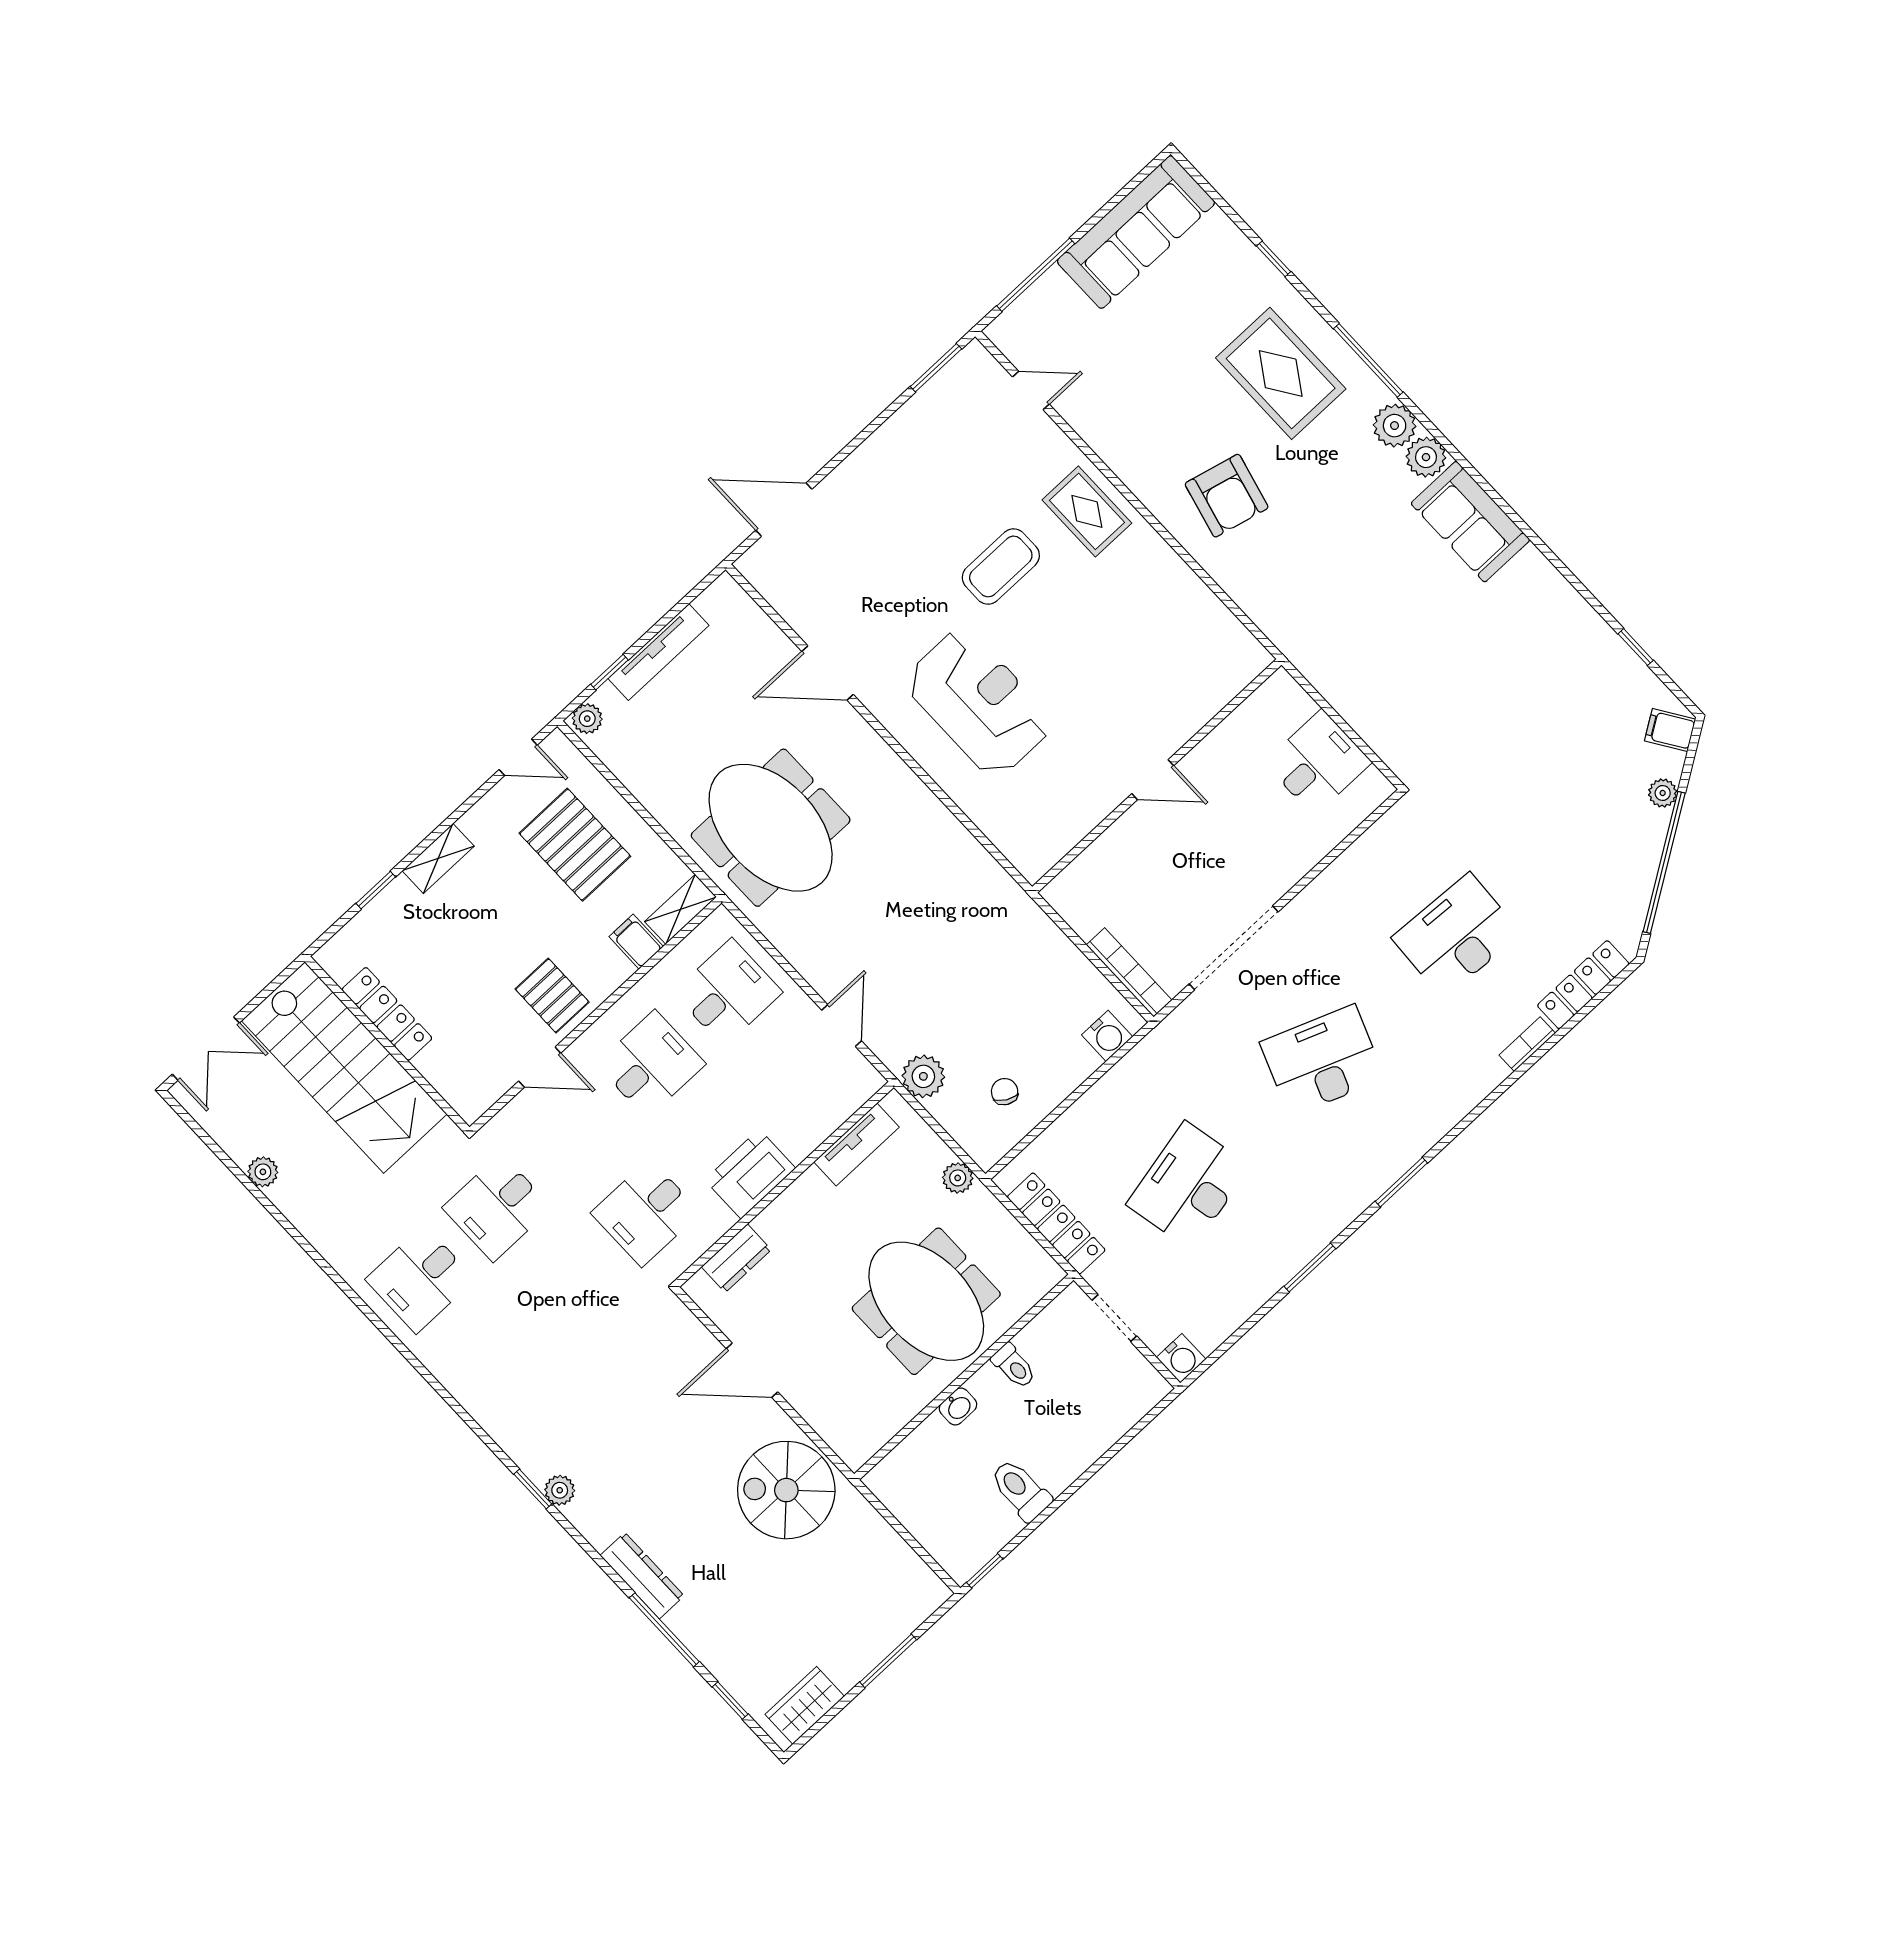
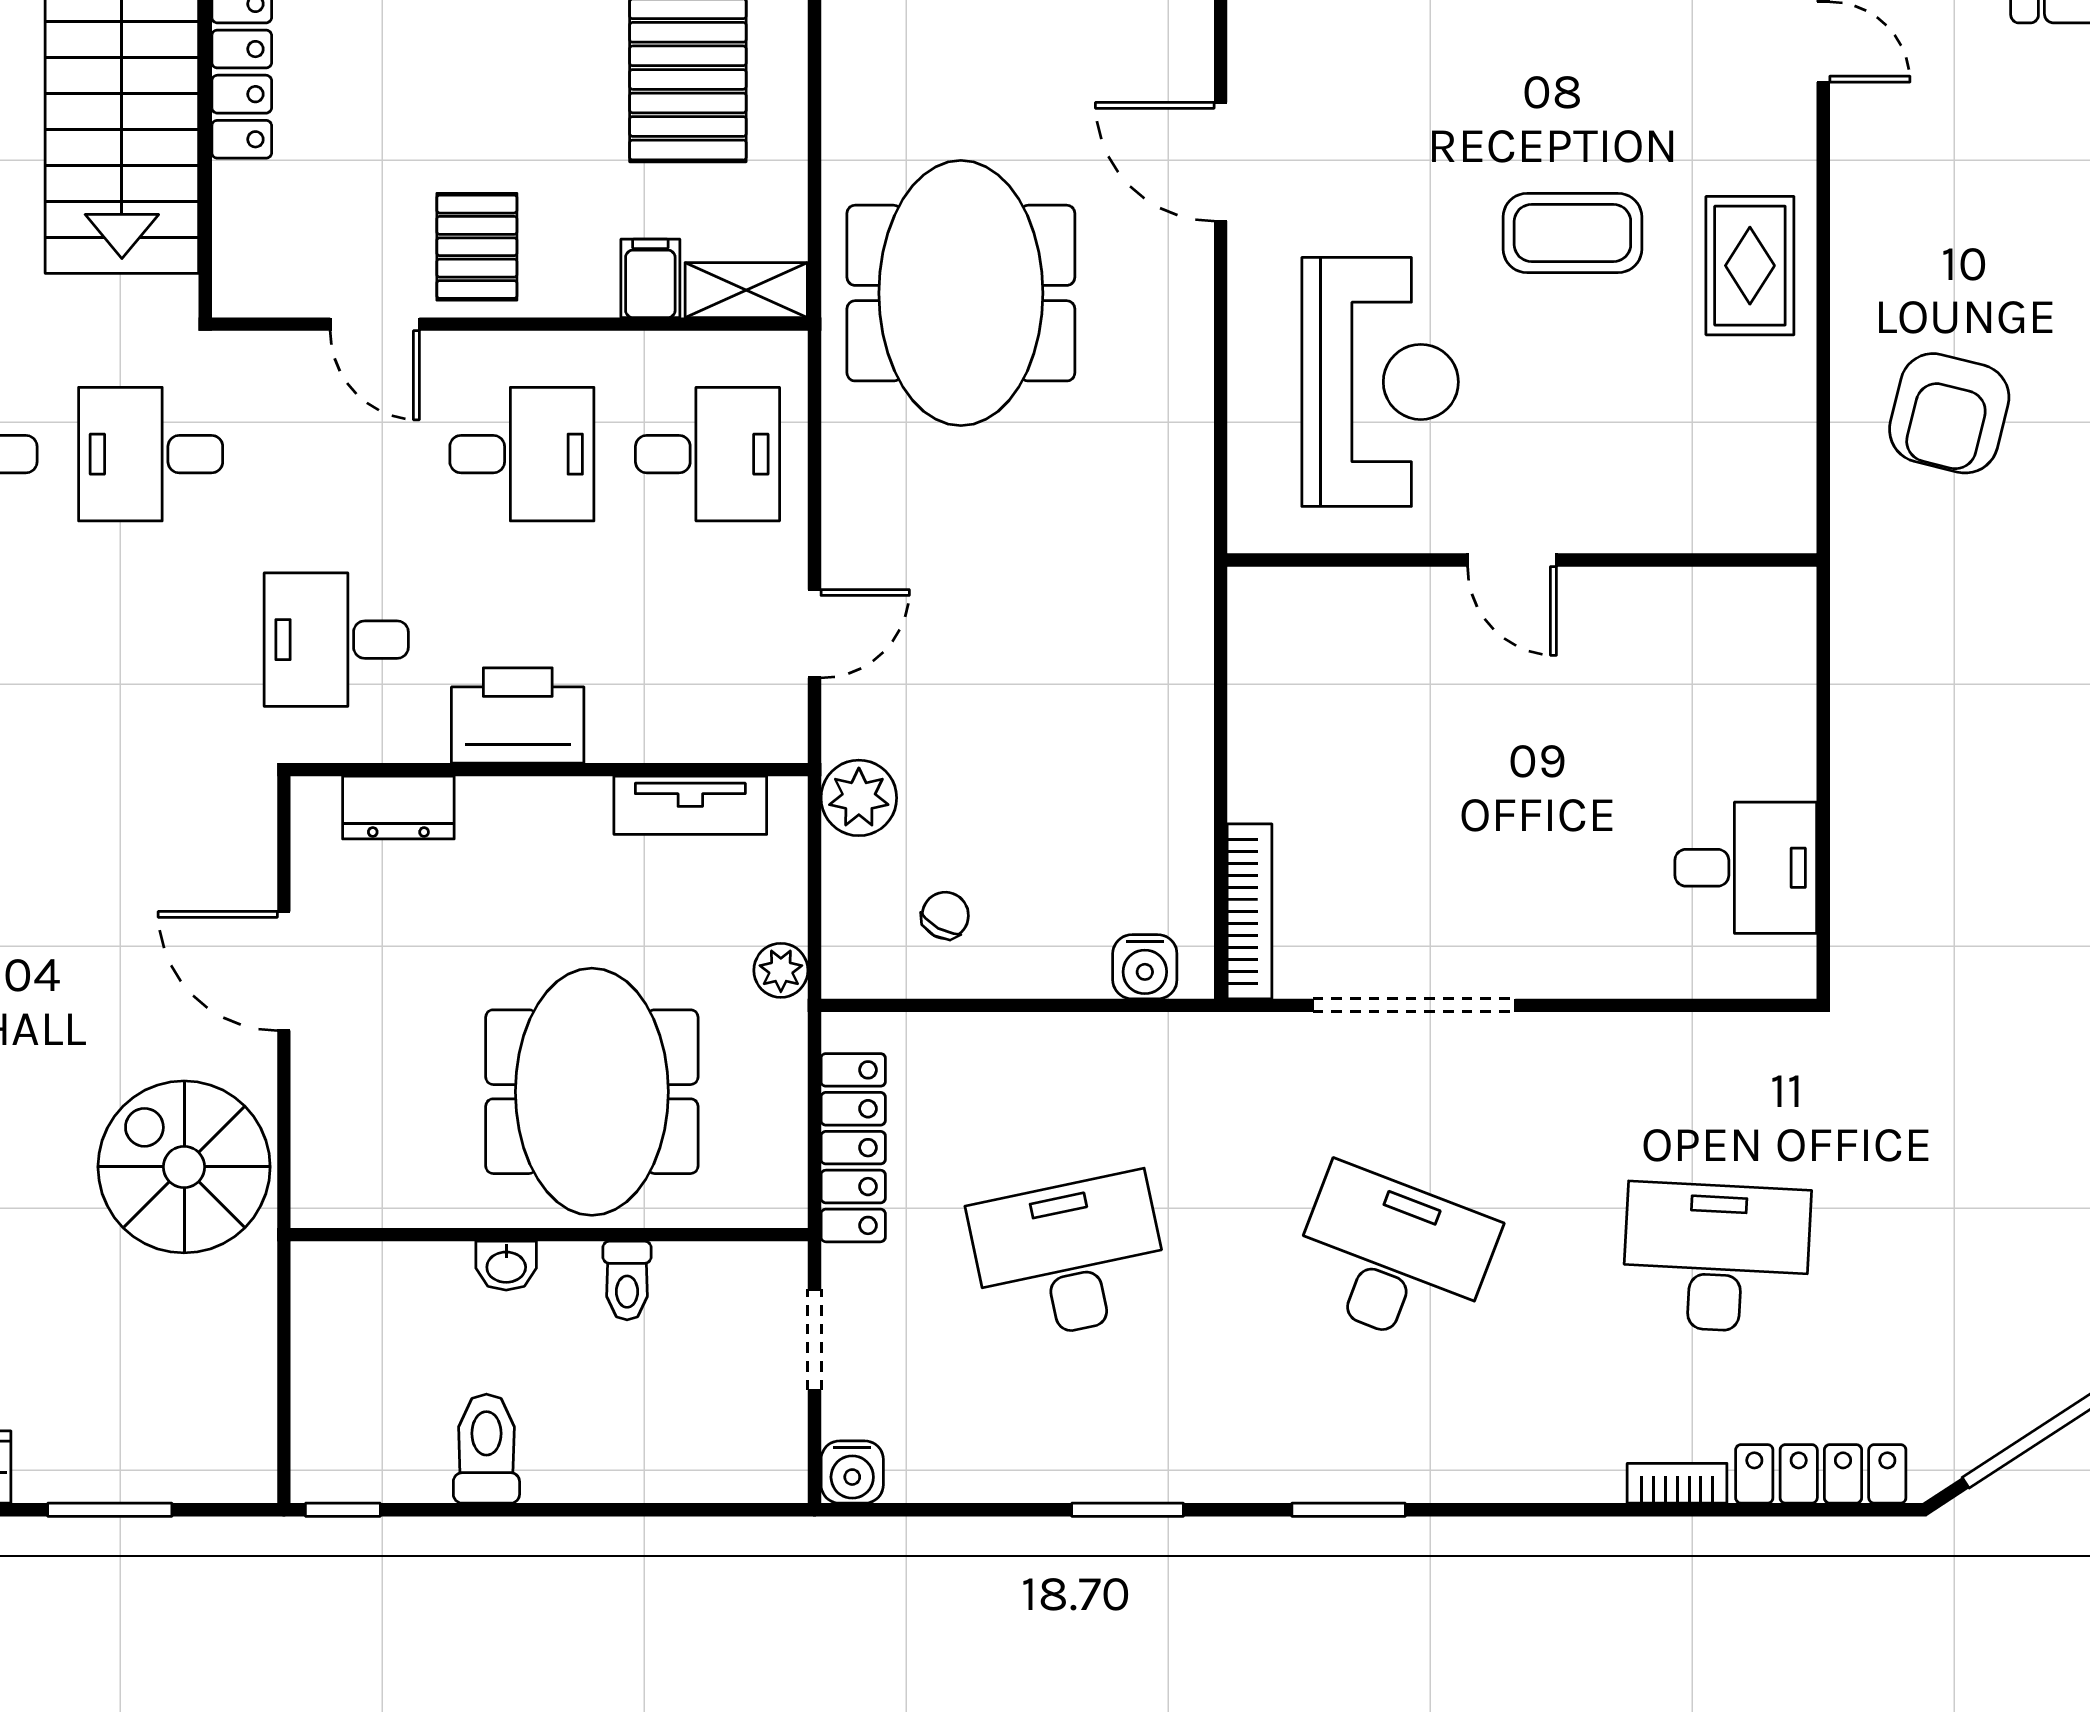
wall: (1157, 776) -> (1522, 560), moved
door: (1153, 780) -> (1512, 560), moved

